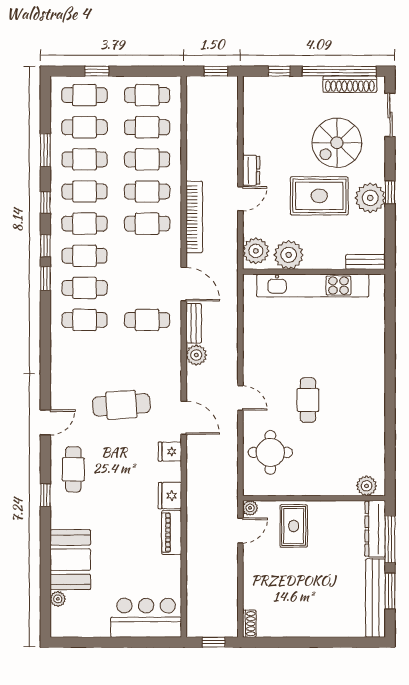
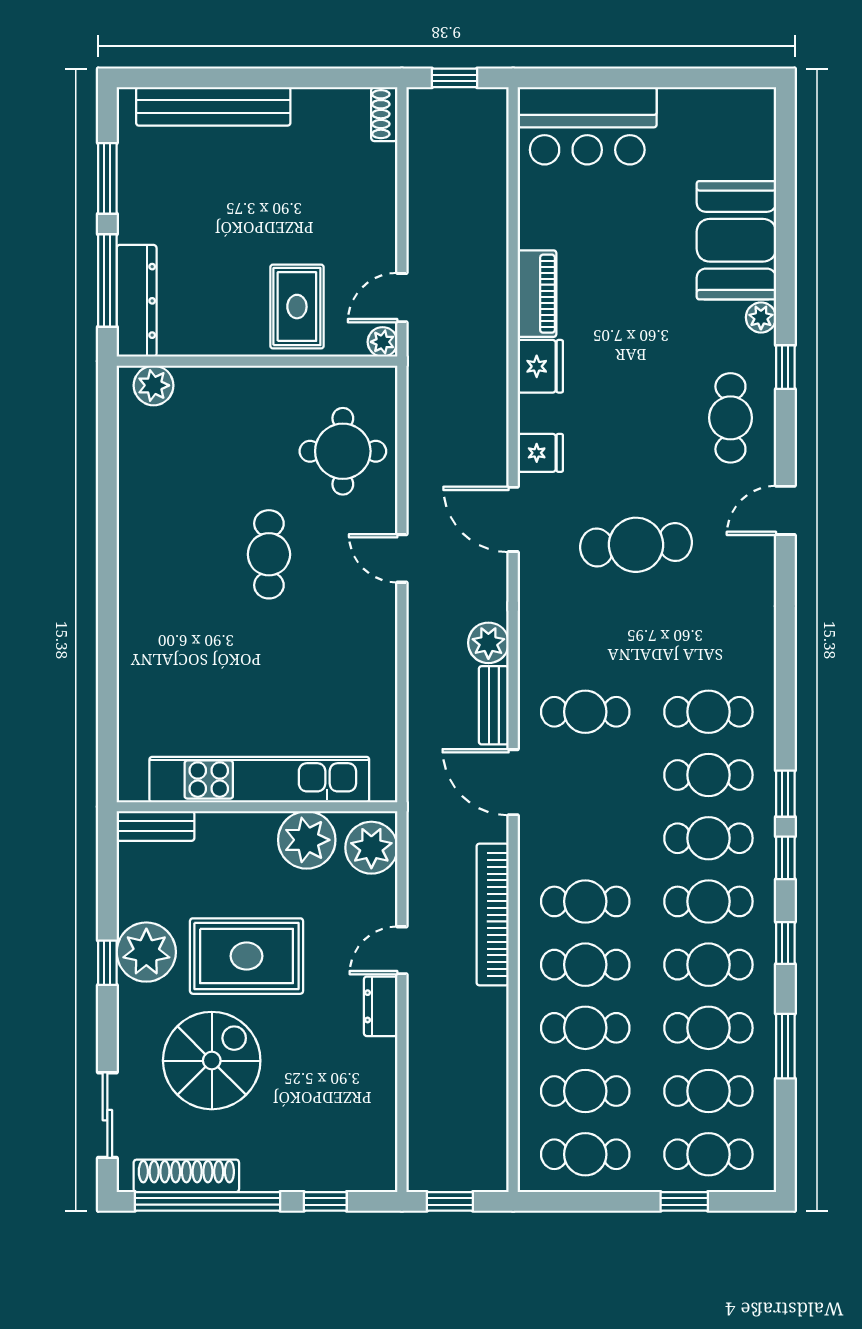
bench: (376, 598) -> (213, 106), moved, turned 90
plant: (58, 599) -> (761, 317), moved

